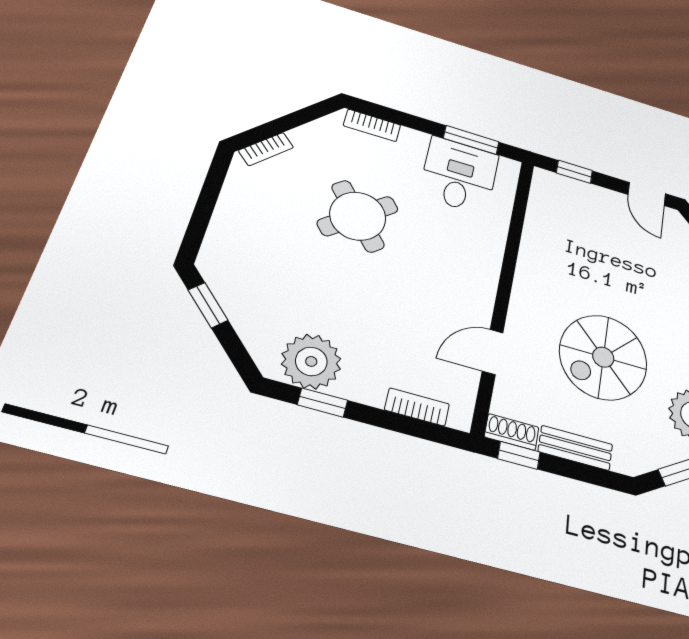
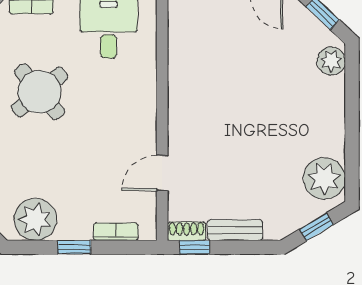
spiral stairs: (603, 357) -> (247, 152), removed
window: (323, 403) -> (74, 247), moved

